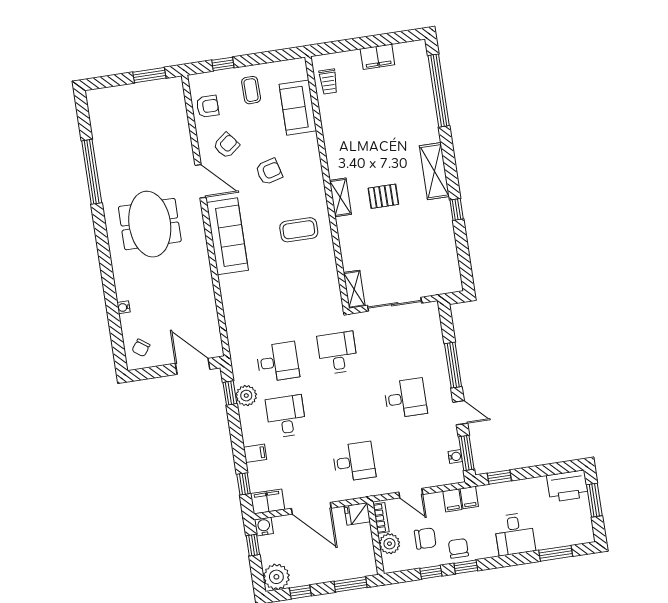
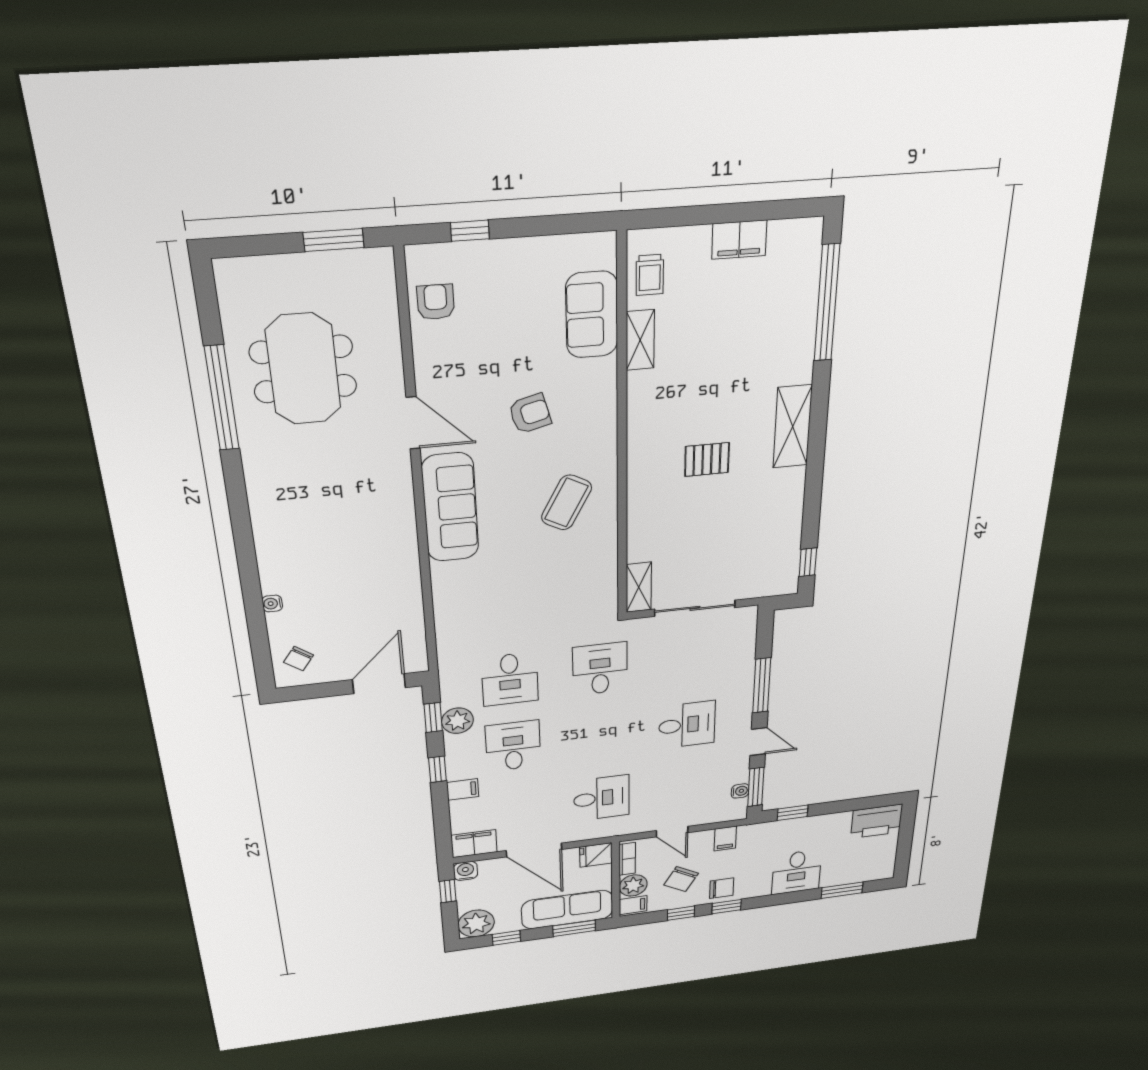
coffee table: (251, 90) -> (515, 280), removed
armchair: (208, 106) -> (436, 302), turned -90
armchair: (226, 145) -> (463, 368), removed
shelving: (340, 197) -> (640, 340), moved
window: (457, 209) -> (808, 562), moved
meeting table: (150, 224) -> (303, 369), moved
coffee table: (299, 230) -> (567, 502), turned -62
desk: (278, 362) -> (510, 679), turned 90
door: (193, 366) -> (379, 684), hinge flipped
window: (244, 484) -> (437, 769), moved
filing cabinet: (469, 497) -> (633, 905), moved, turned -90
window: (594, 500) -> (906, 835), removed
chair: (425, 539) -> (681, 879), turned 120
chair: (458, 548) -> (722, 888), turned 90
sofa: (343, 566) -> (567, 910), added

